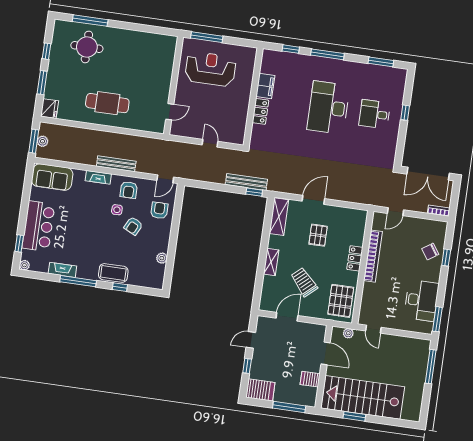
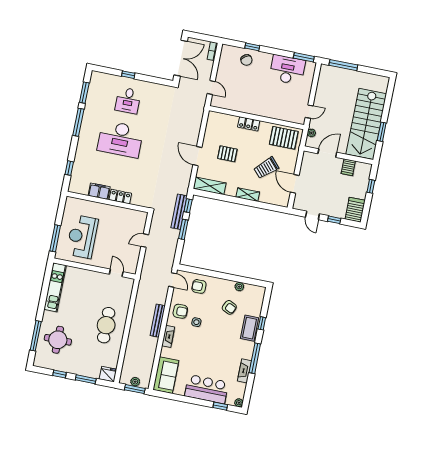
kitchen unit: (149, 40) -> (55, 287), added
window: (327, 54) -> (78, 122), moved
window: (226, 188) -> (183, 229), added
armchair: (133, 226) -> (229, 307), moved
bookcase: (373, 256) -> (248, 109), removed
window: (289, 407) -> (371, 186), width x0.46

